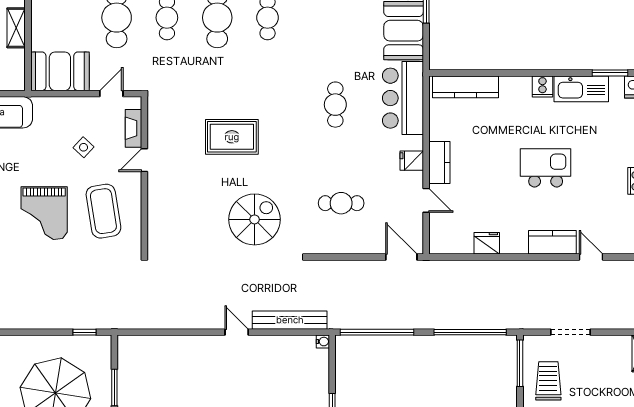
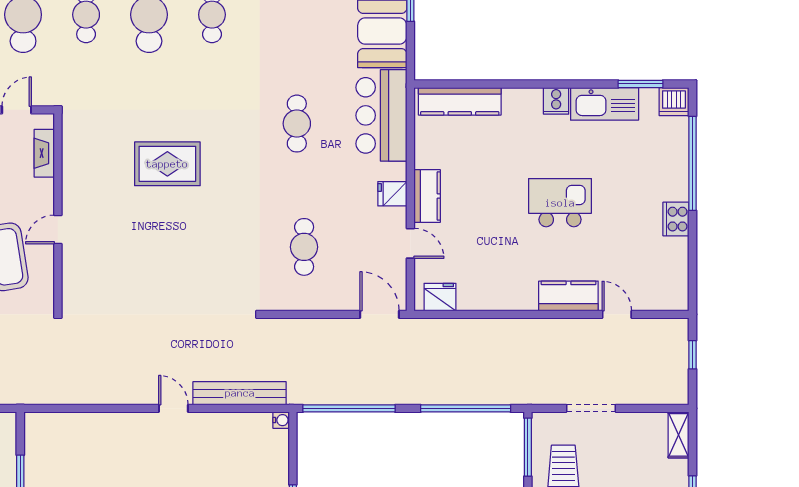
door: (144, 160) -> (58, 229), moved
cafe table: (341, 203) -> (304, 247), turned 90
spiral stairs: (255, 219) -> (196, 267), removed
fridge: (487, 243) -> (440, 297), moved

